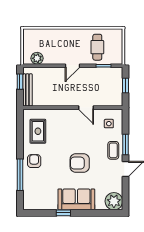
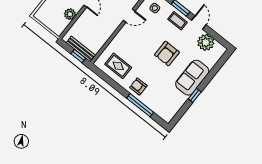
plant: (37, 58) -> (70, 14), moved
window: (20, 82) -> (78, 56), moved
plant: (114, 201) -> (206, 42), moved

